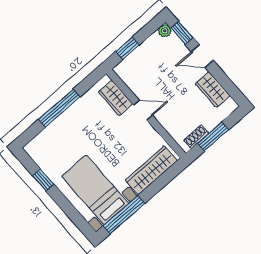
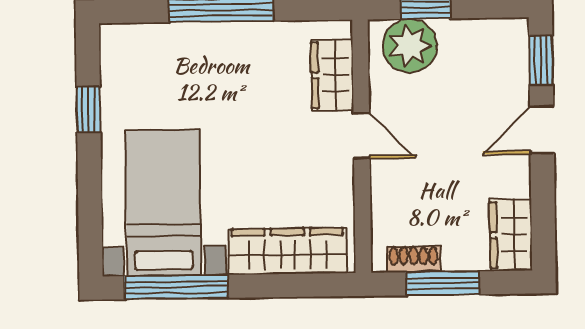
plant: (165, 31) -> (410, 46), moved, width x1.87, depth x1.87
door: (202, 56) -> (542, 130), hinge flipped
wardrobe: (213, 90) -> (511, 235), moved

